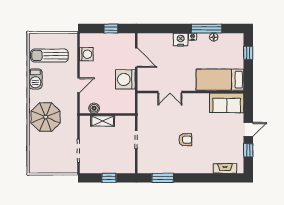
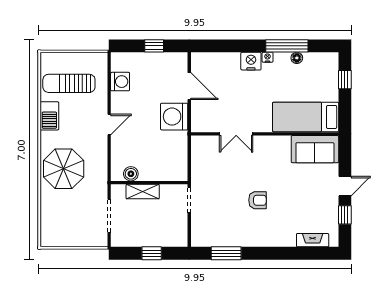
boiler: (94, 108) -> (131, 174), moved
wall: (107, 115) -> (149, 183), moved
shelving: (103, 121) -> (143, 192), moved

